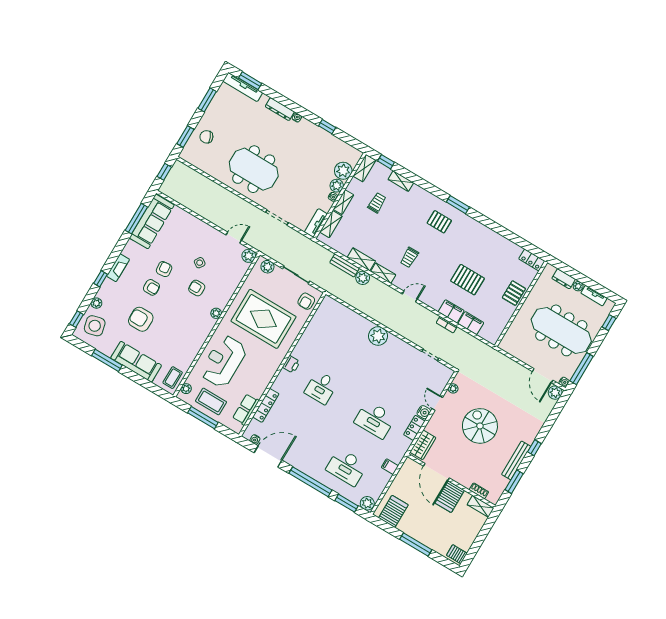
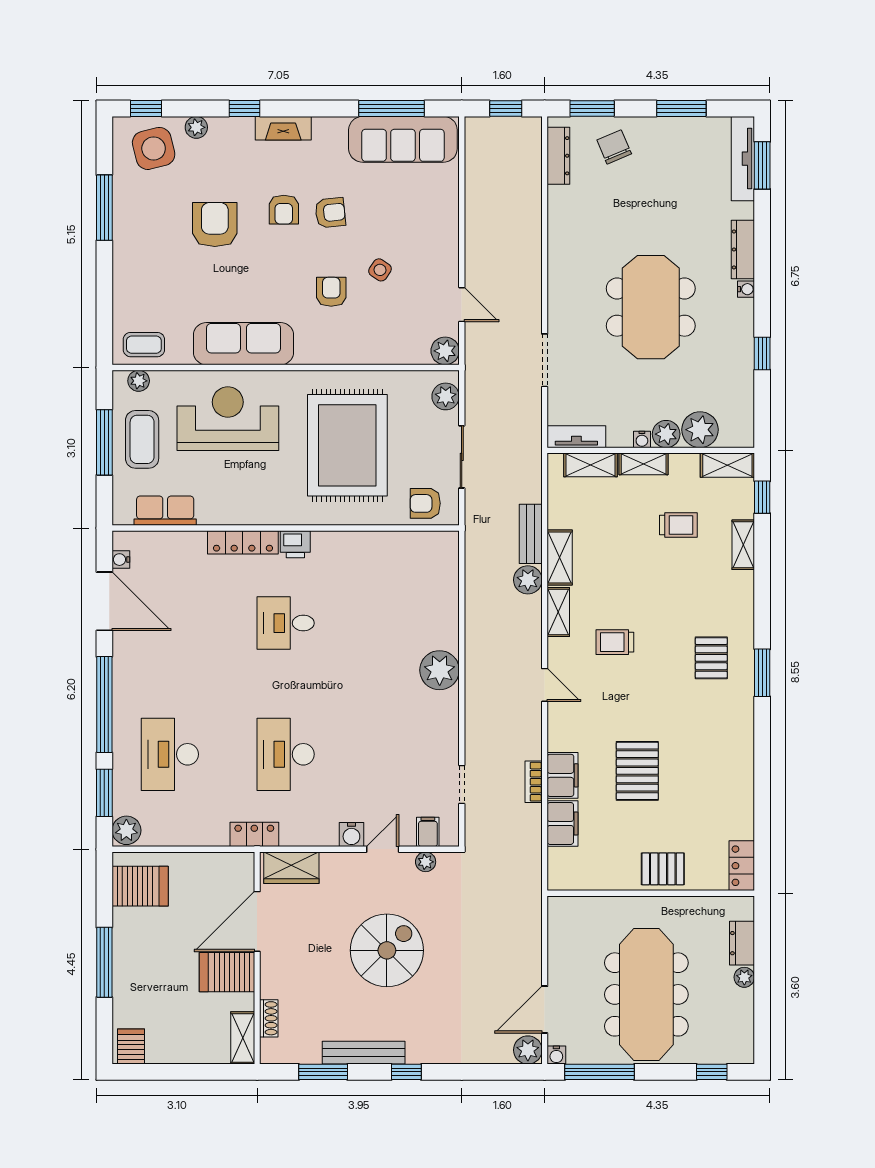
dresser: (196, 162) -> (558, 156), added
meeting table: (254, 169) -> (651, 307), moved
tv unit: (594, 296) -> (744, 1016), removed
plant: (216, 313) -> (307, 354), removed
sofa: (136, 362) -> (243, 344), moved, turned -90
locker: (266, 405) -> (243, 542), moved
locker: (414, 428) -> (254, 834), moved
filing cabinet: (390, 467) -> (428, 832), moved

